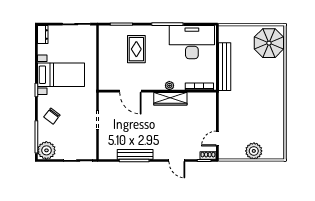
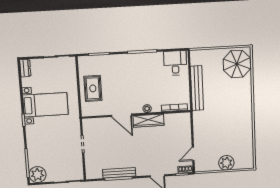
desk: (192, 42) -> (175, 63), width x0.53, depth x0.77
rug: (136, 49) -> (93, 88), moved
door: (130, 91) -> (122, 115), moved
chair: (52, 116) -> (40, 143), removed

